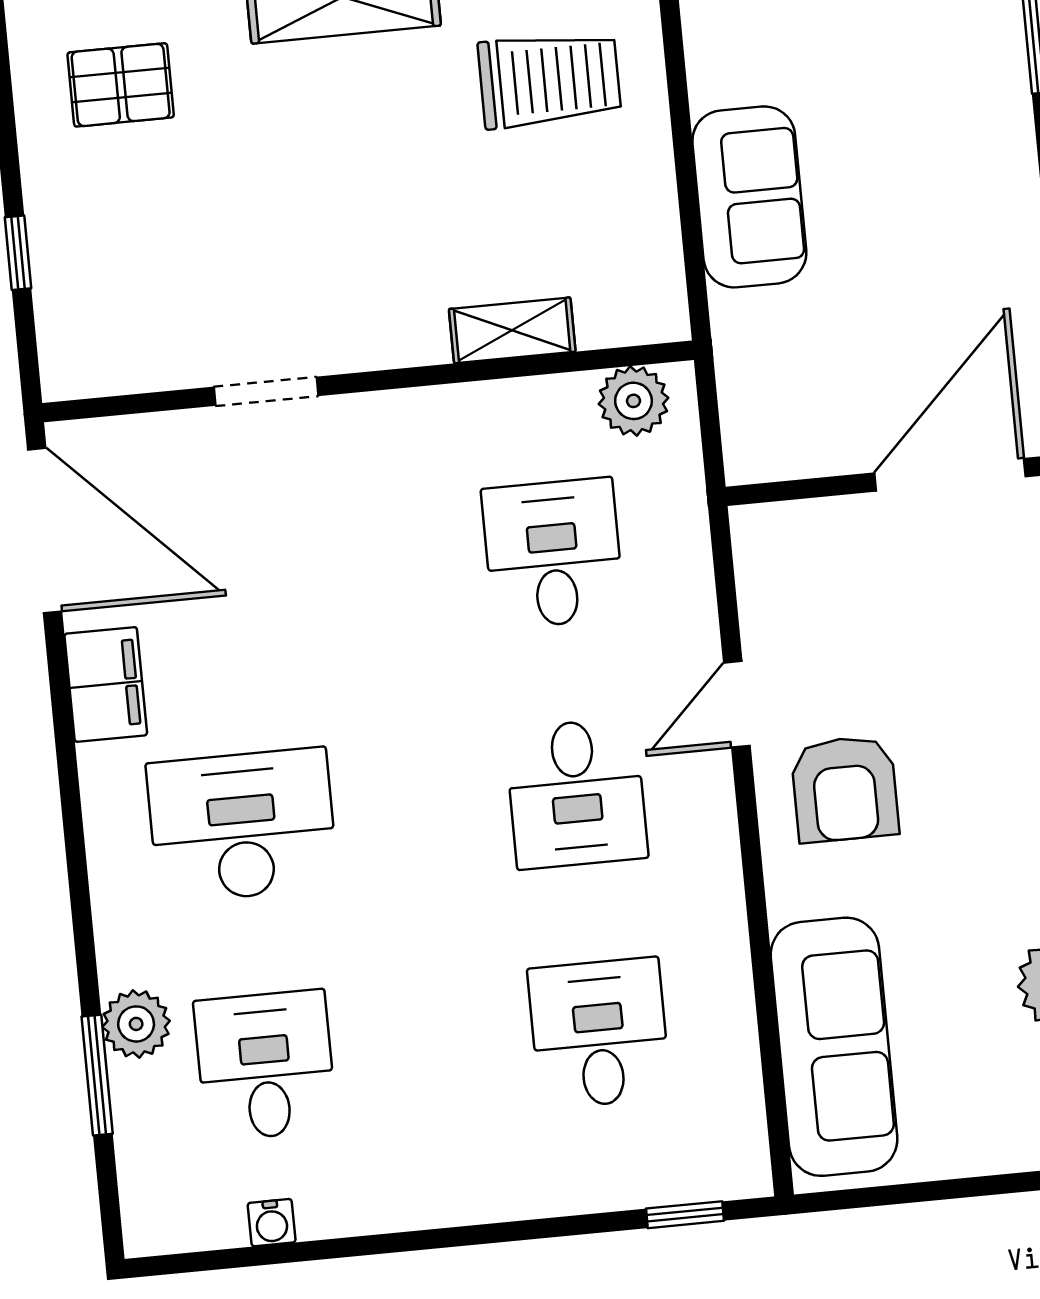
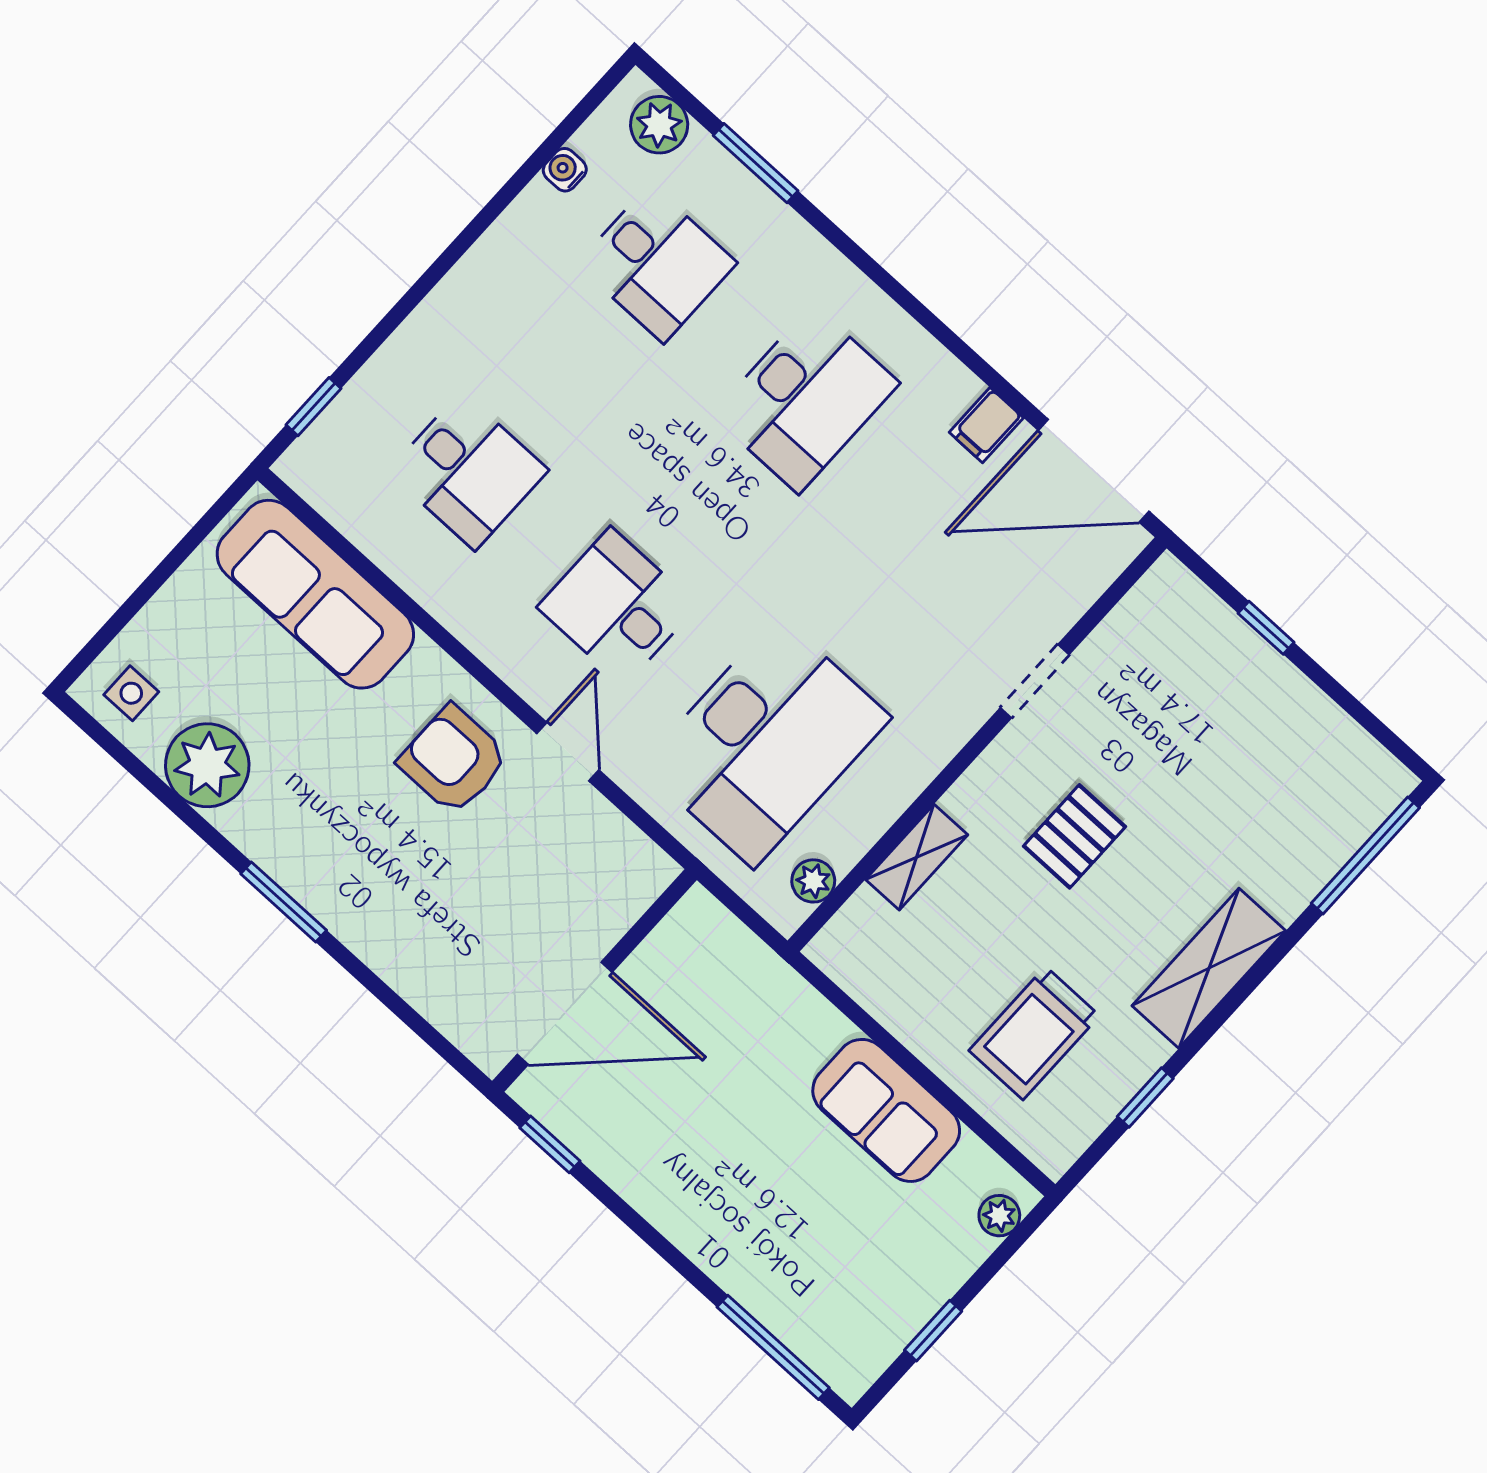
pallet: (121, 85) -> (1075, 836), moved
sofa: (749, 197) -> (886, 1110), moved
plant: (634, 401) -> (813, 881), width x0.73, depth x0.73
door: (950, 475) -> (565, 1013), hinge flipped
desk: (553, 553) -> (766, 742), width x1.87, depth x1.30
filing cabinet: (106, 684) -> (986, 425), width x0.50
plant: (136, 1024) -> (659, 125), moved

